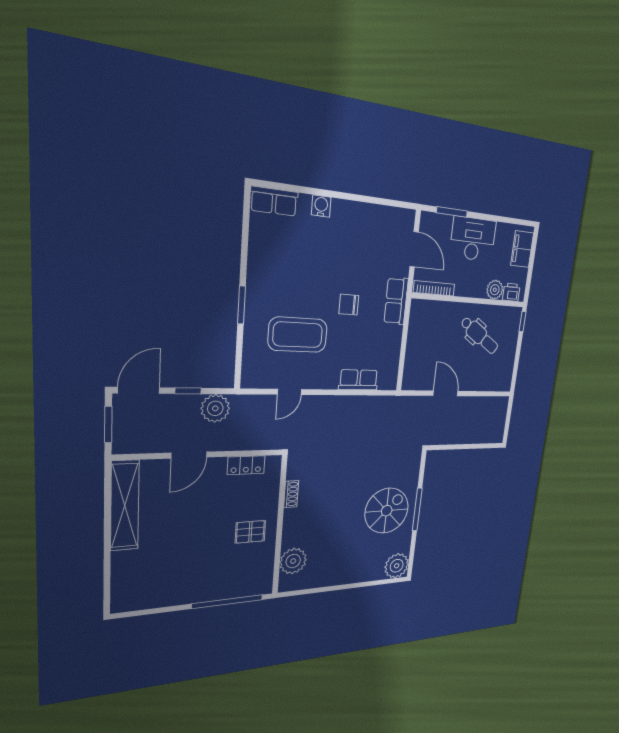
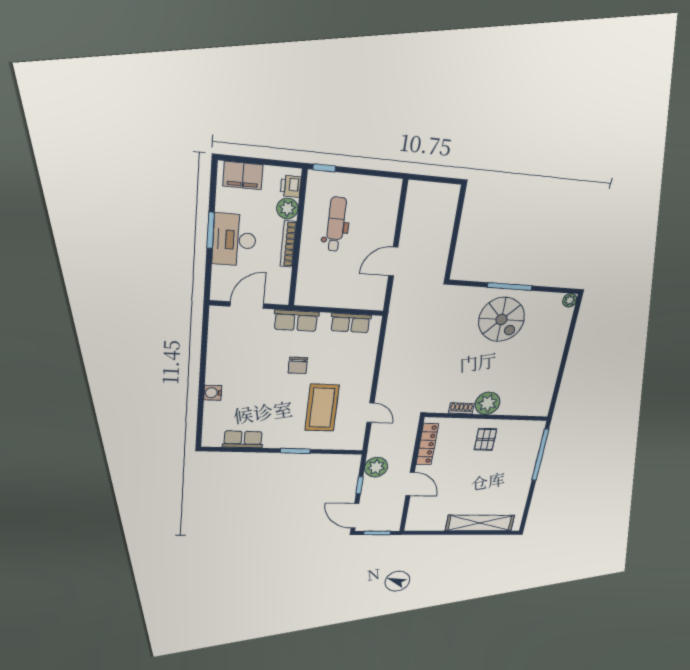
row of seats: (274, 201) -> (243, 439), moved, turned -90
window: (452, 212) -> (211, 230), moved
bookcase: (434, 288) -> (288, 244), moved
dental chair: (480, 335) -> (336, 224), turned -33
row of seats: (359, 380) -> (351, 323), moved, turned -90
locker: (246, 465) -> (427, 444), width x1.53
shelving: (125, 506) -> (480, 523), moved
spiral stairs: (387, 511) -> (501, 319), turned 180
plant: (293, 561) -> (487, 403), moved
plant: (397, 566) -> (570, 300), width x0.53, depth x0.53

